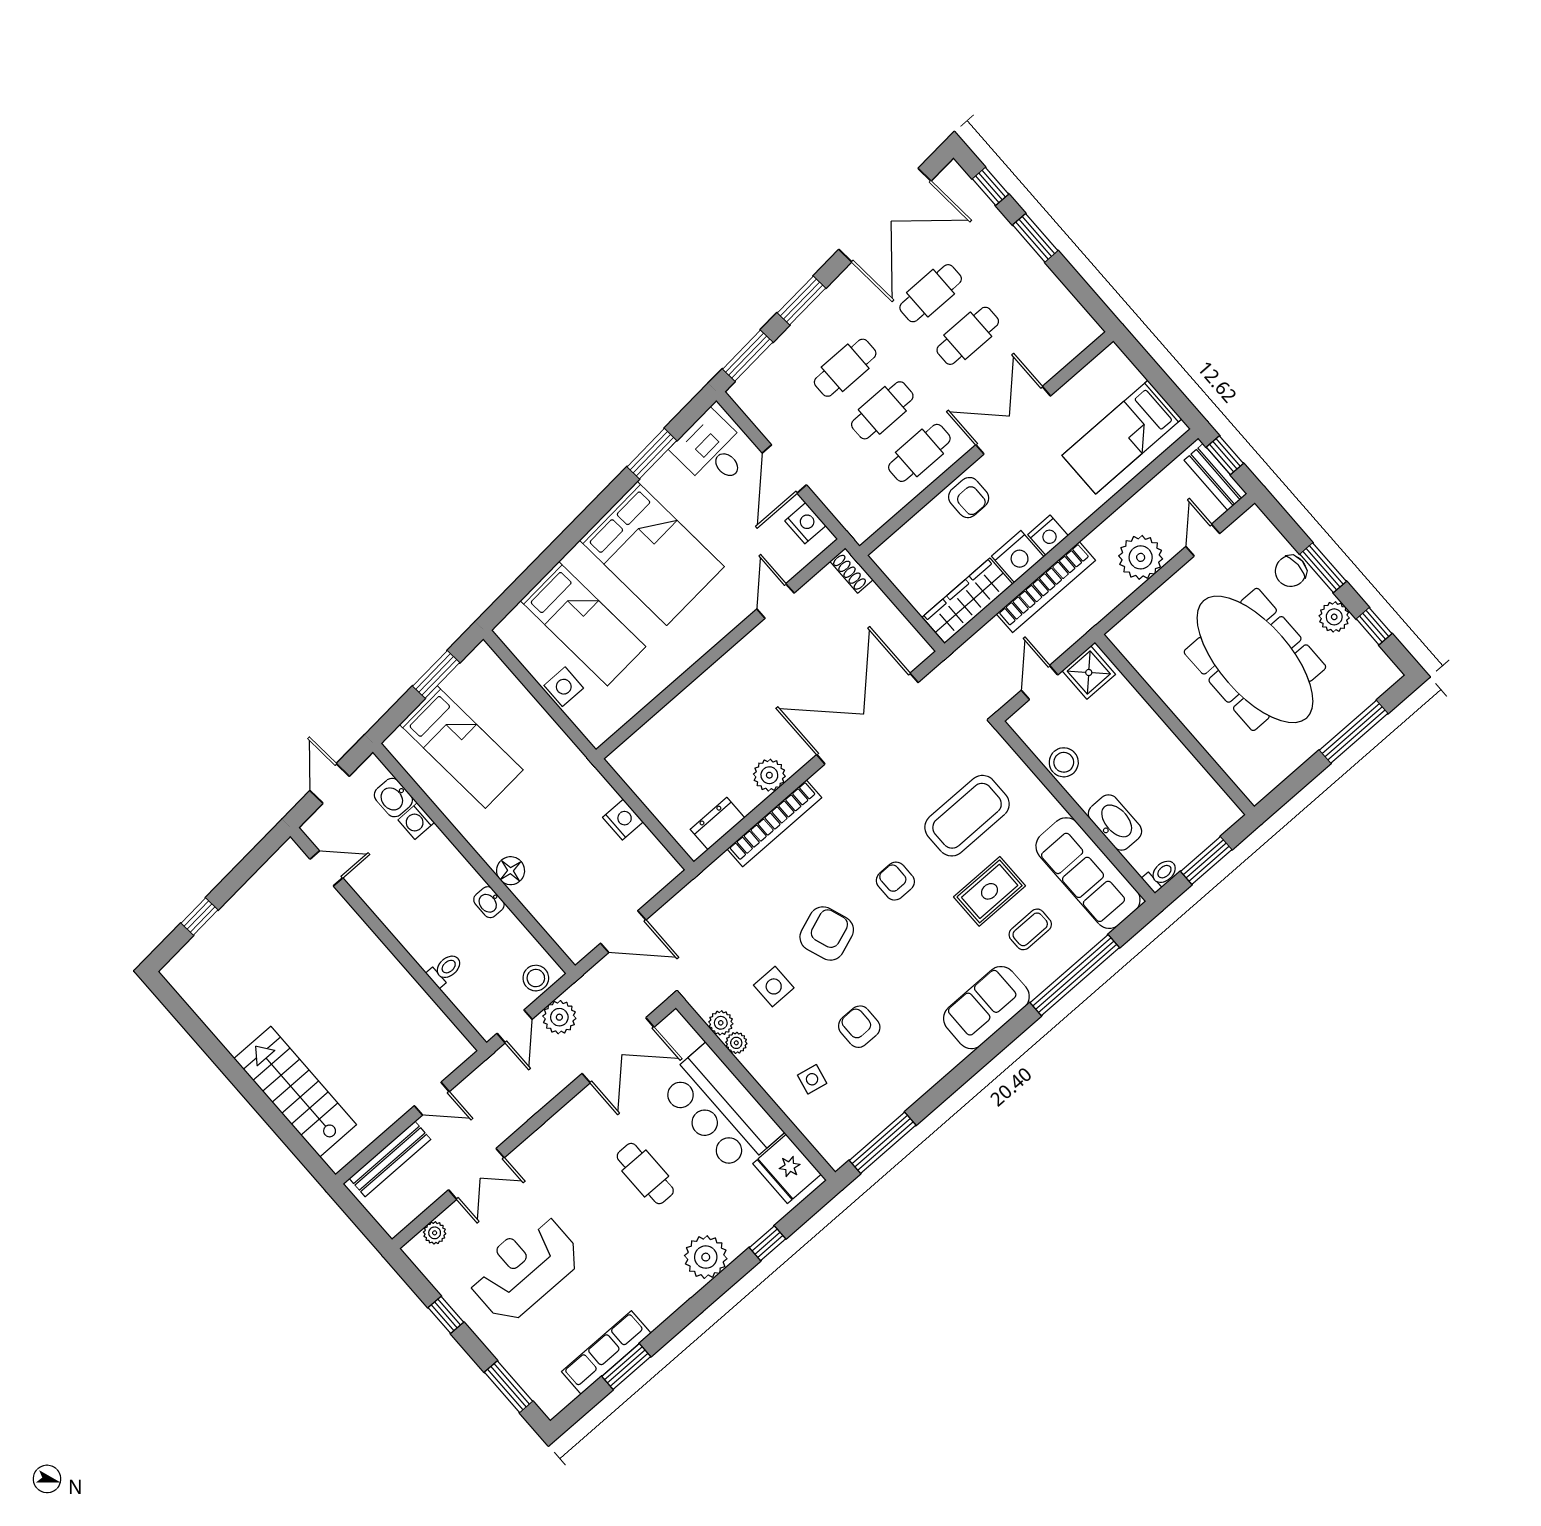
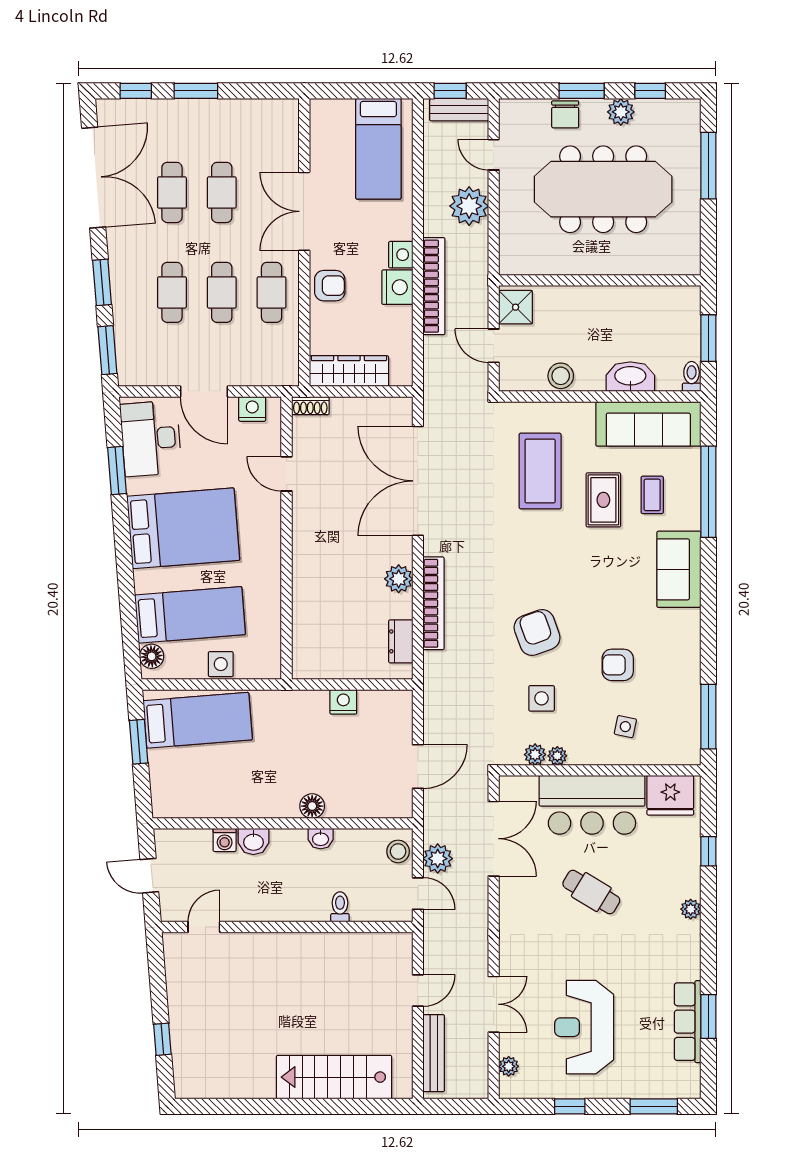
desk: (712, 451) -> (151, 438), width x1.37
wardrobe: (967, 601) -> (349, 371), moved, turned 90
floor lamp: (519, 622) -> (152, 656), added
bed: (461, 747) -> (198, 720), moved
washbasin: (393, 798) -> (253, 841), moved
armchair: (895, 881) -> (542, 556), removed
cafe table: (645, 1174) -> (591, 892), turned 31
plant: (706, 1257) -> (691, 909), width x0.53, depth x0.53

